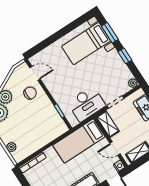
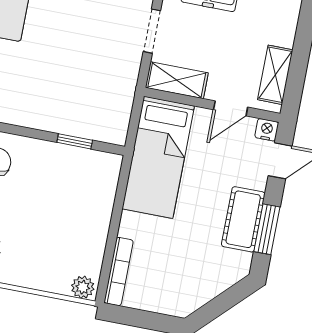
desk: (86, 104) -> (108, 84), removed
plant: (11, 147) -> (83, 287), moved

